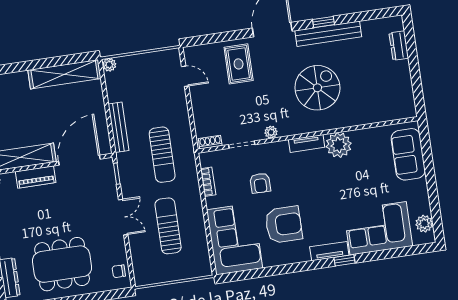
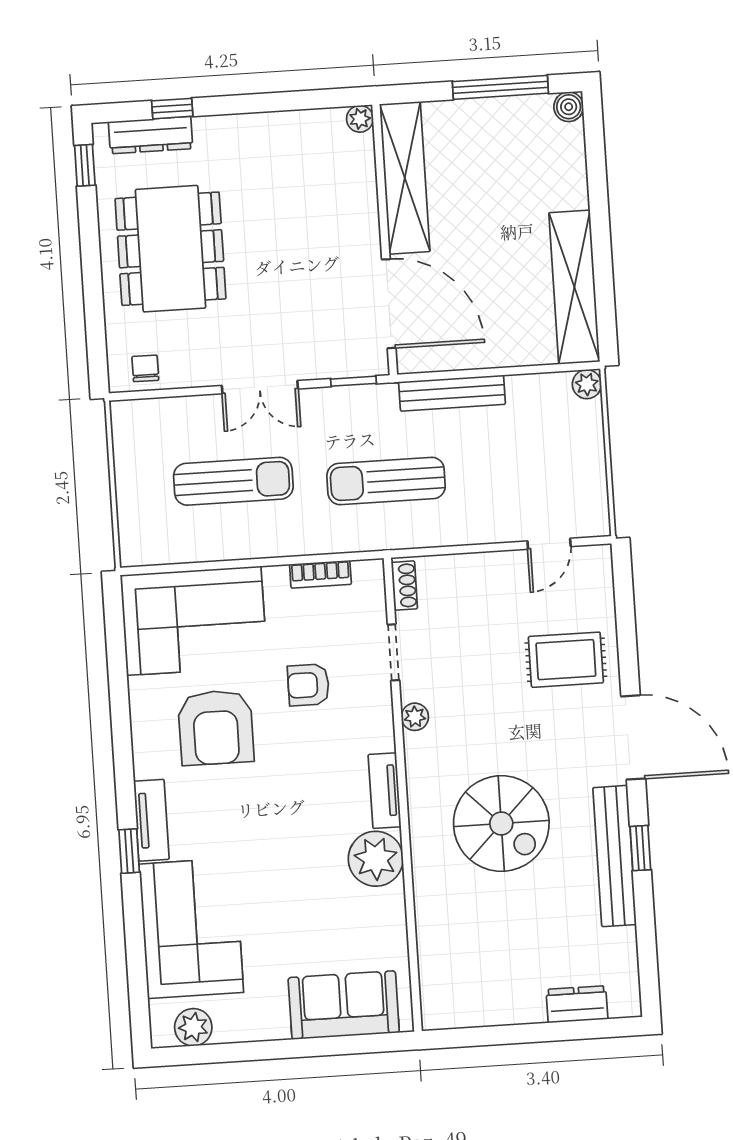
piano: (36, 177) -> (361, 208), removed

